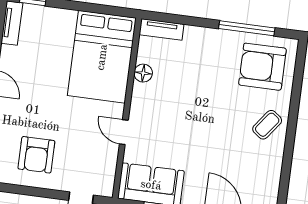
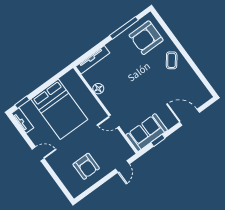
tv unit: (162, 29) -> (93, 60), width x1.41
bed: (102, 57) -> (59, 109), moved

